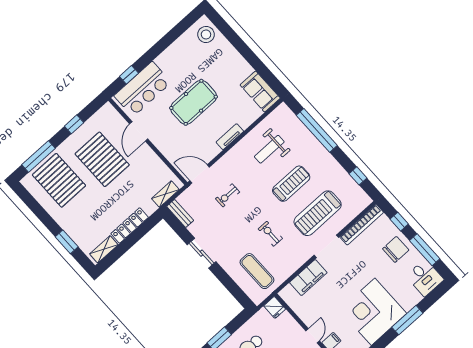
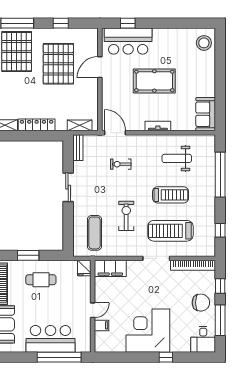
exercise bike: (270, 234) -> (126, 216), width x1.38, depth x1.39
filing cabinet: (308, 278) -> (110, 268), moved
window: (407, 320) -> (166, 357), width x0.46

